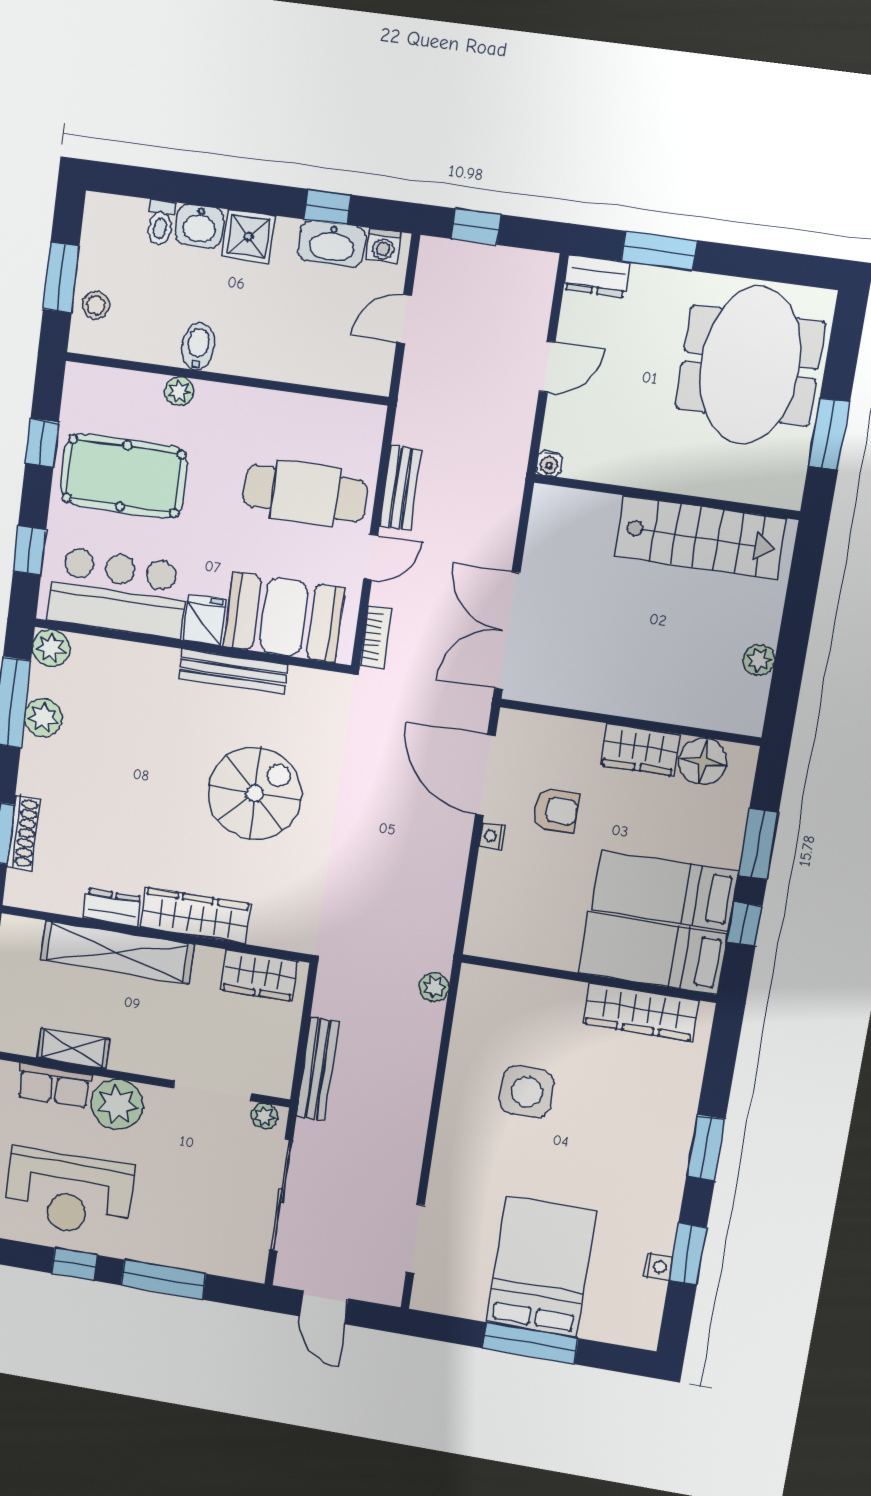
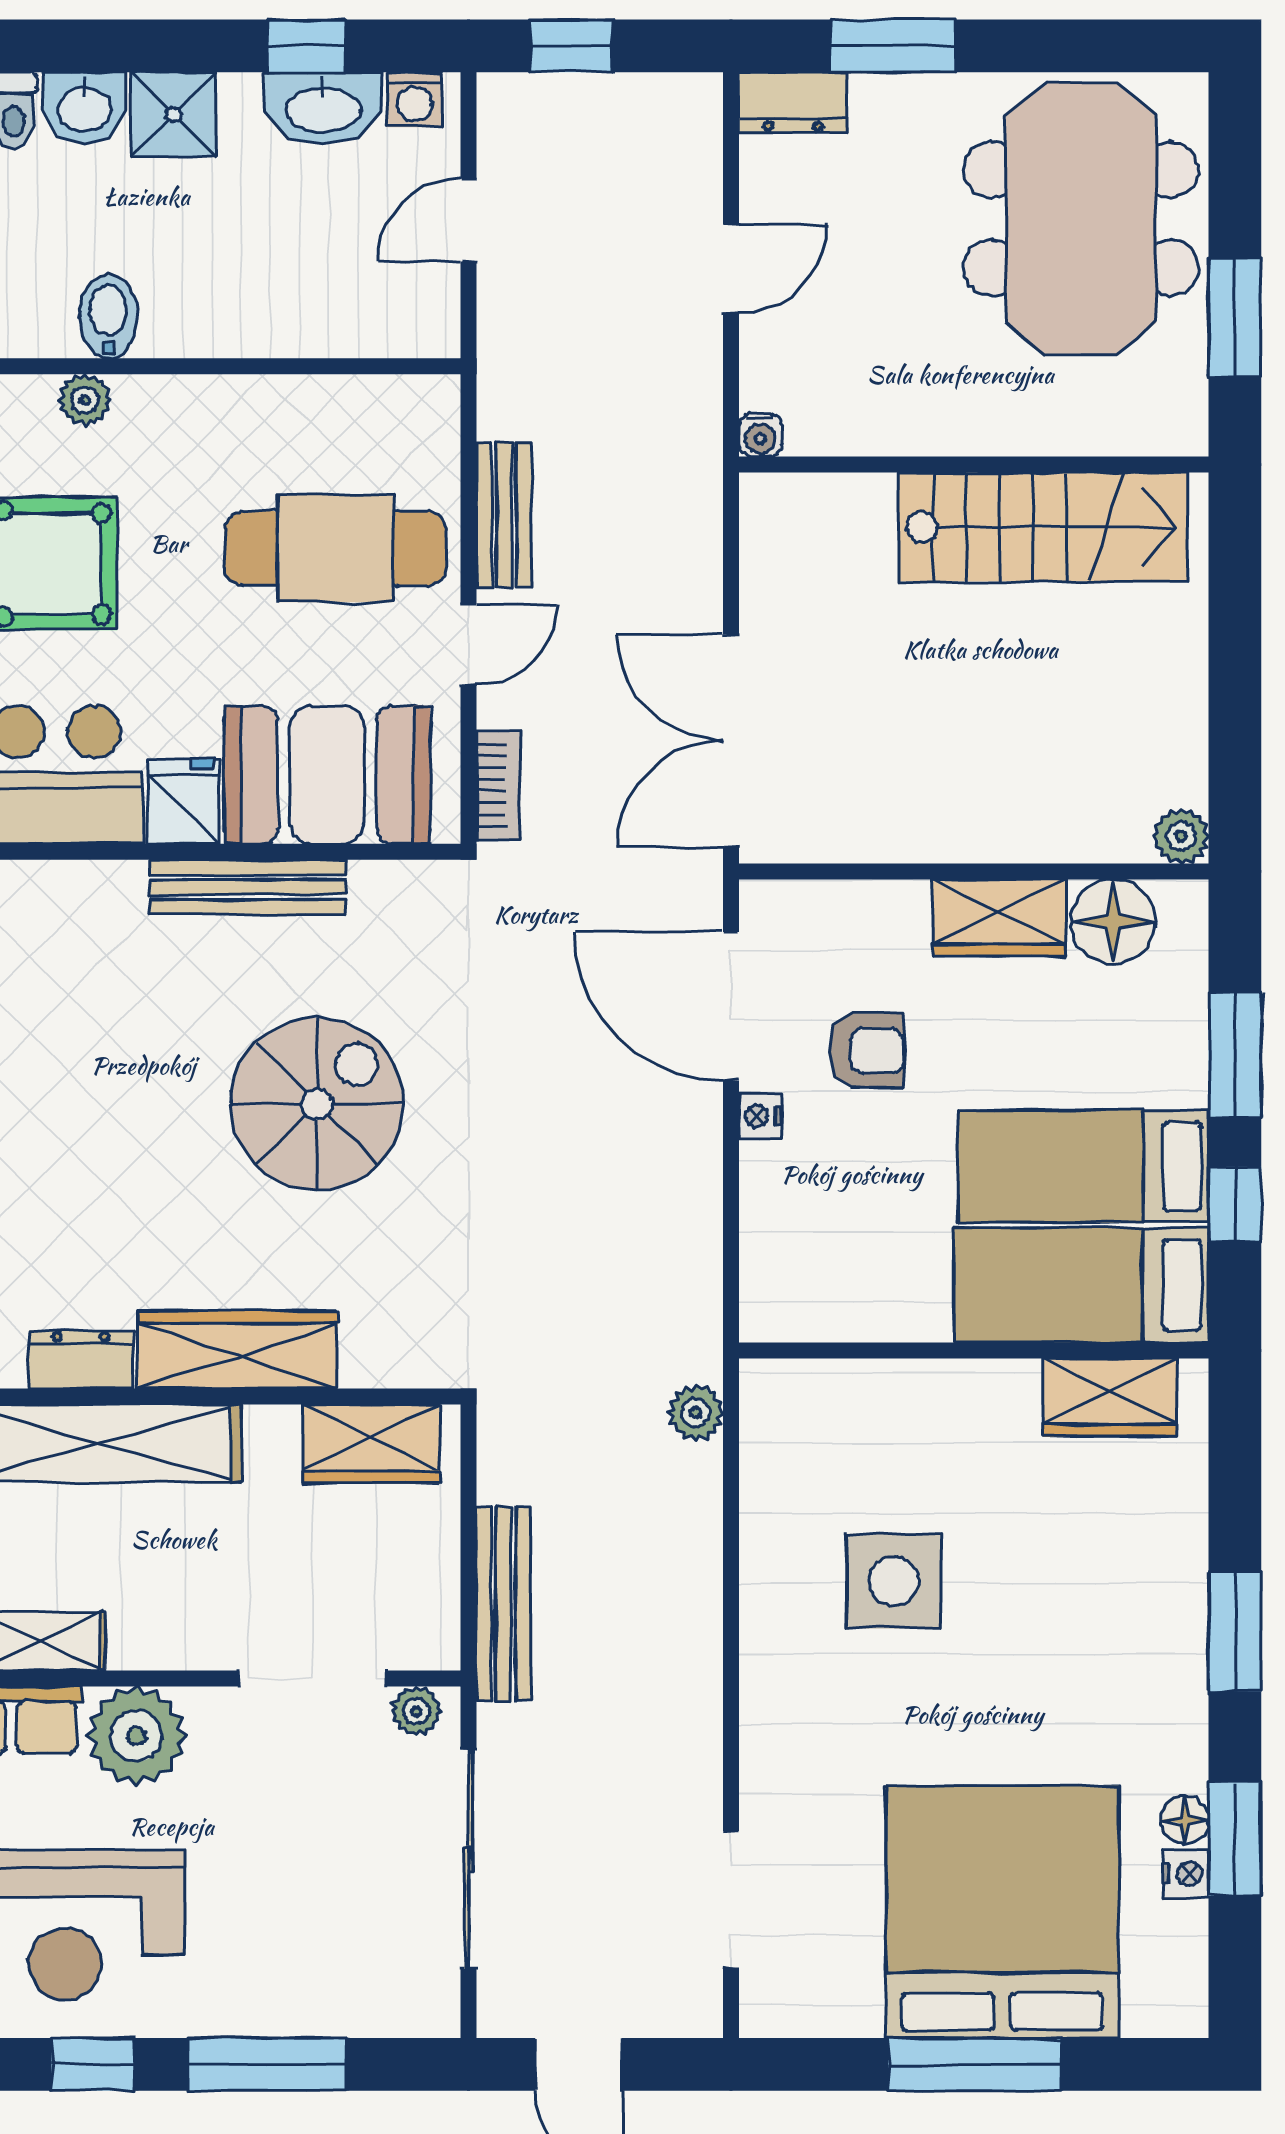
plant: (759, 660) -> (1181, 836), moved
wardrobe: (641, 1012) -> (1110, 1397), width x0.67
floor lamp: (662, 1240) -> (1185, 1820), added
bed: (541, 1267) -> (1002, 1912), width x1.36

